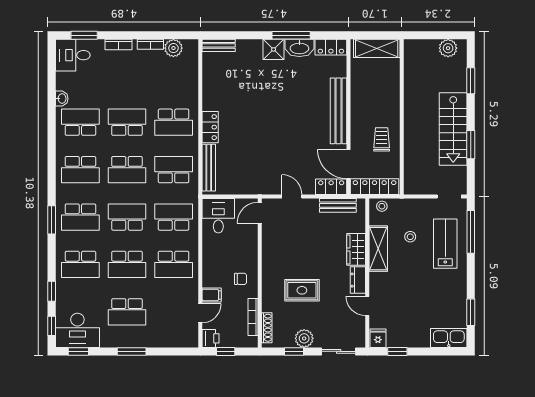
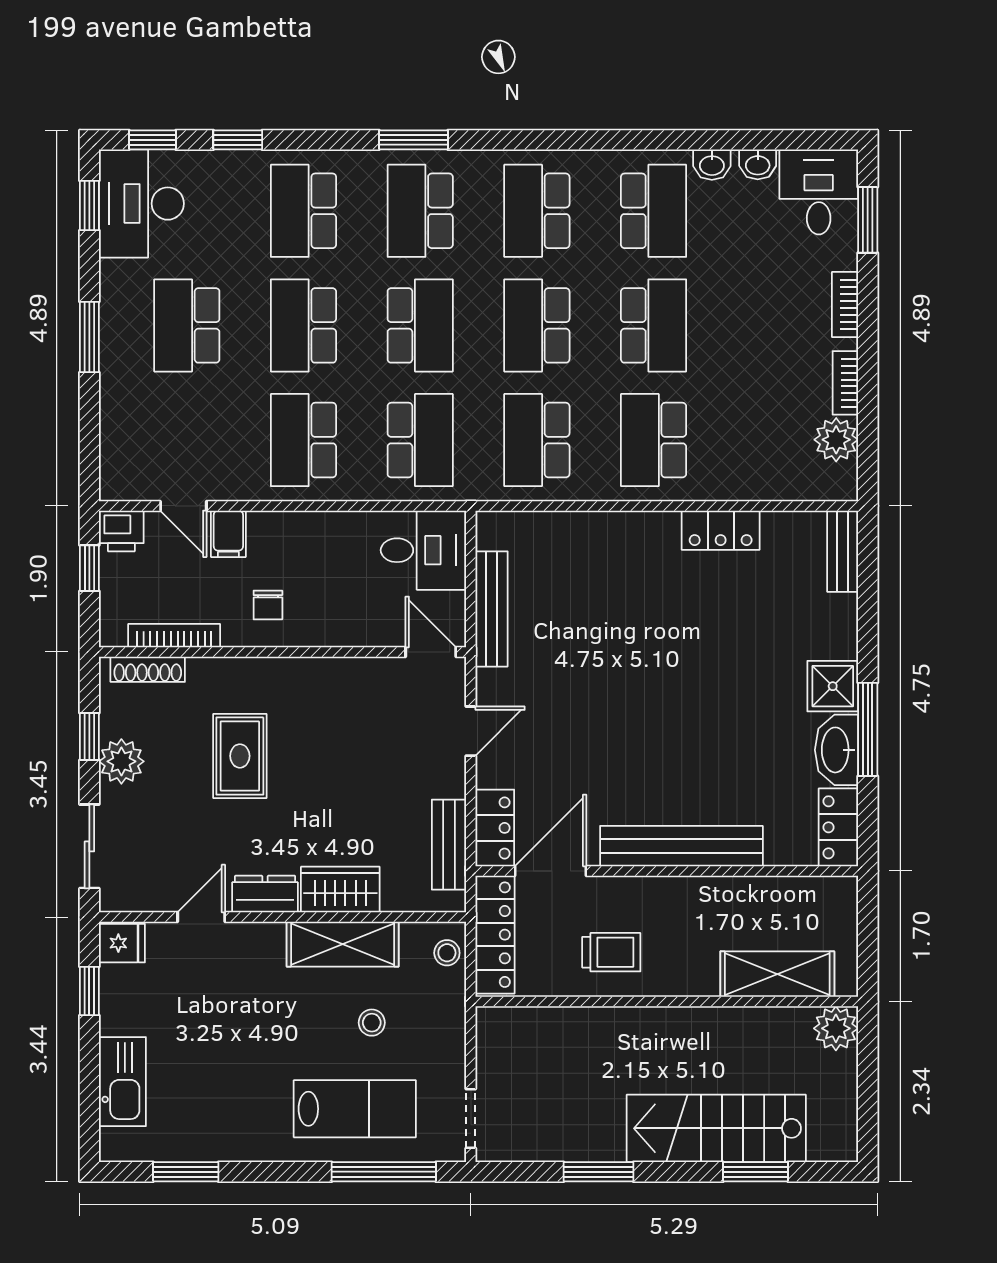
shelving: (377, 48) -> (777, 974), moved, turned 90
plant: (448, 48) -> (836, 1028), moved
washbasin: (62, 80) -> (758, 164), added
locker: (210, 127) -> (721, 530), moved
stairs: (453, 129) -> (716, 1128), moved
bench: (209, 168) -> (492, 609), moved, turned 90
school desk: (174, 170) -> (537, 440), turned 180
kitchen sink: (449, 338) -> (122, 1082), moved

